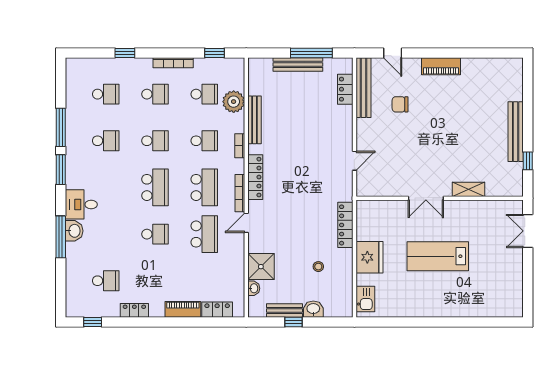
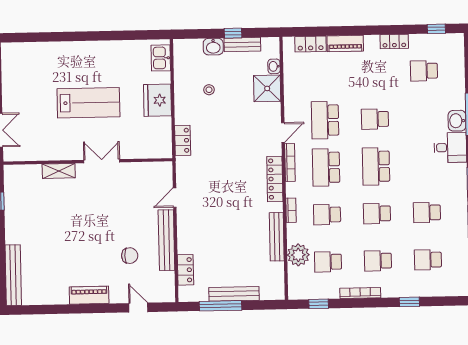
bench: (363, 88) -> (166, 240), moved
bench: (516, 132) -> (13, 275), moved
locker: (345, 225) -> (183, 140), width x0.66

